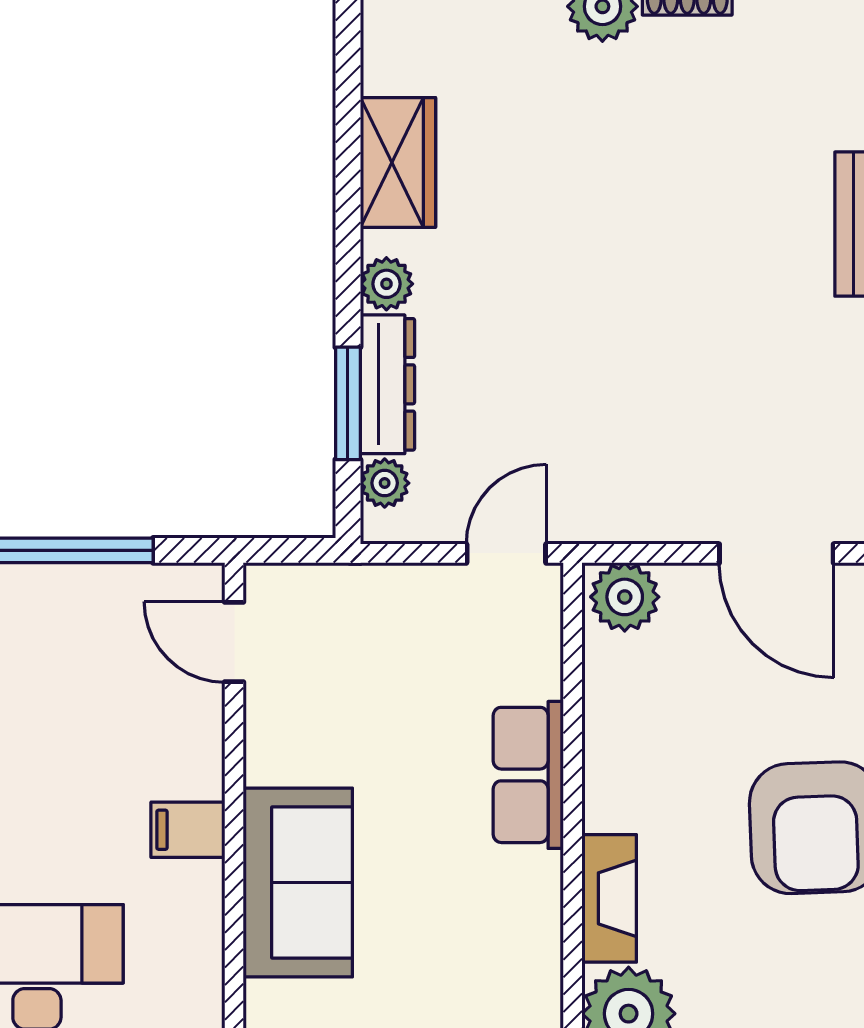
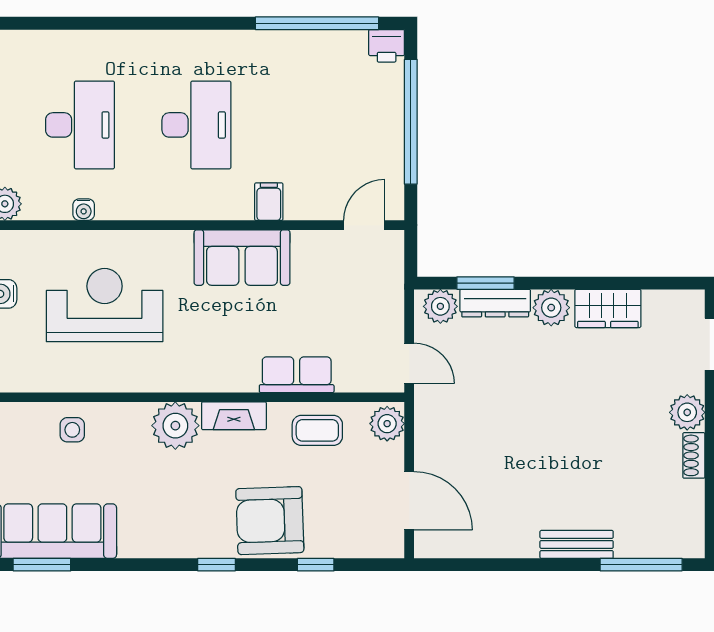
plant: (386, 284) -> (551, 308), width x1.38, depth x1.38
plant: (385, 483) -> (440, 306), width x1.38, depth x1.38
door: (776, 553) -> (409, 501), swing flipped
coffee table: (638, 734) -> (317, 430), added

